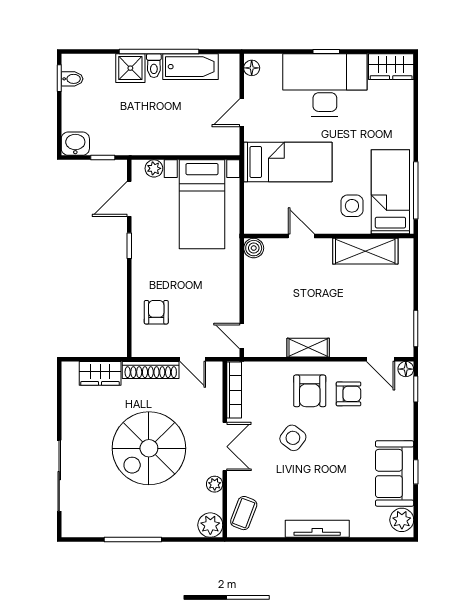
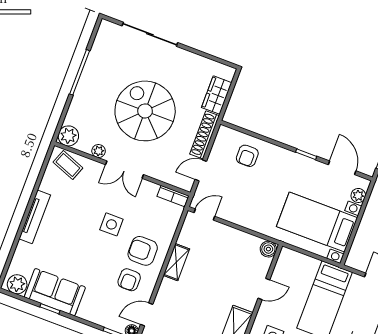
armchair: (156, 312) -> (247, 156), turned 90
bookcase: (234, 390) -> (173, 196), width x0.64
side table: (293, 438) -> (111, 224), turned -37

